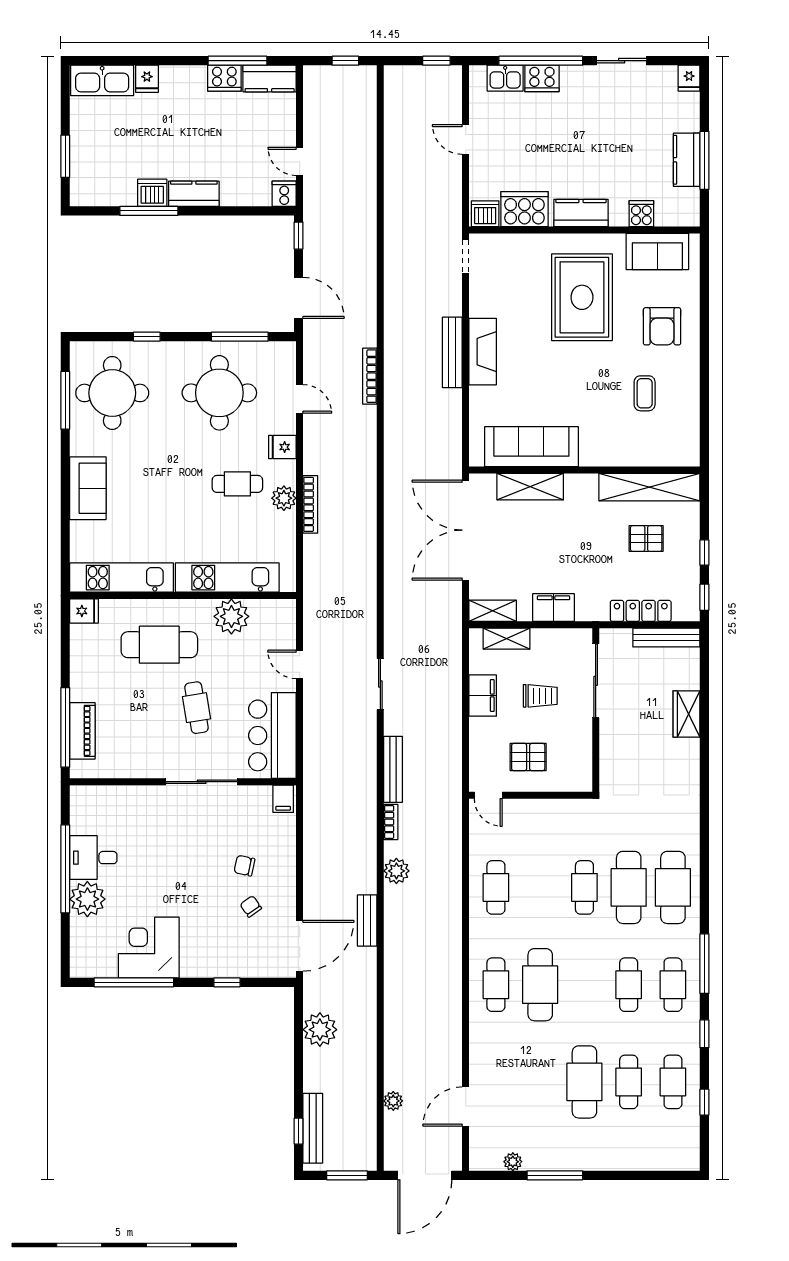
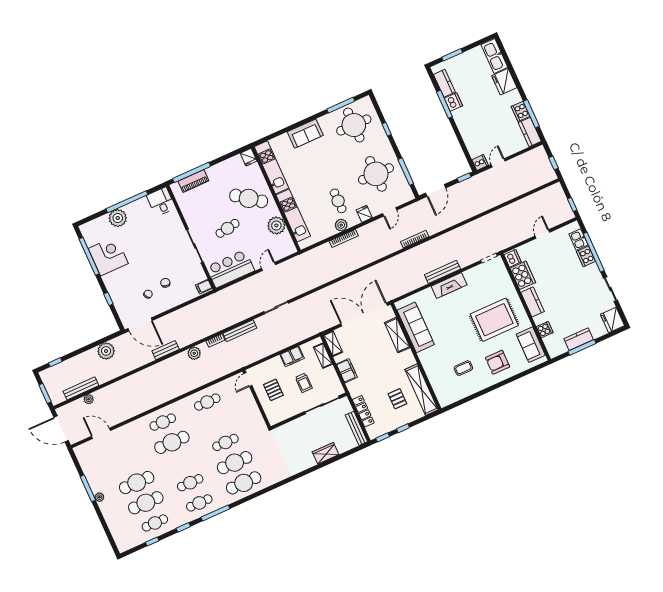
fridge: (689, 78) -> (612, 320), width x1.88, depth x1.34
fridge: (147, 79) -> (504, 82), width x1.88, depth x1.34
kitchen counter: (194, 194) -> (444, 83), moved
cafe table: (159, 645) -> (249, 198), turned -53
desk: (93, 858) -> (161, 202), moved
cafe table: (629, 1082) -> (146, 503), width x1.37, depth x1.35
bench: (313, 1128) -> (81, 388), moved
plant: (513, 1162) -> (99, 497), moved

